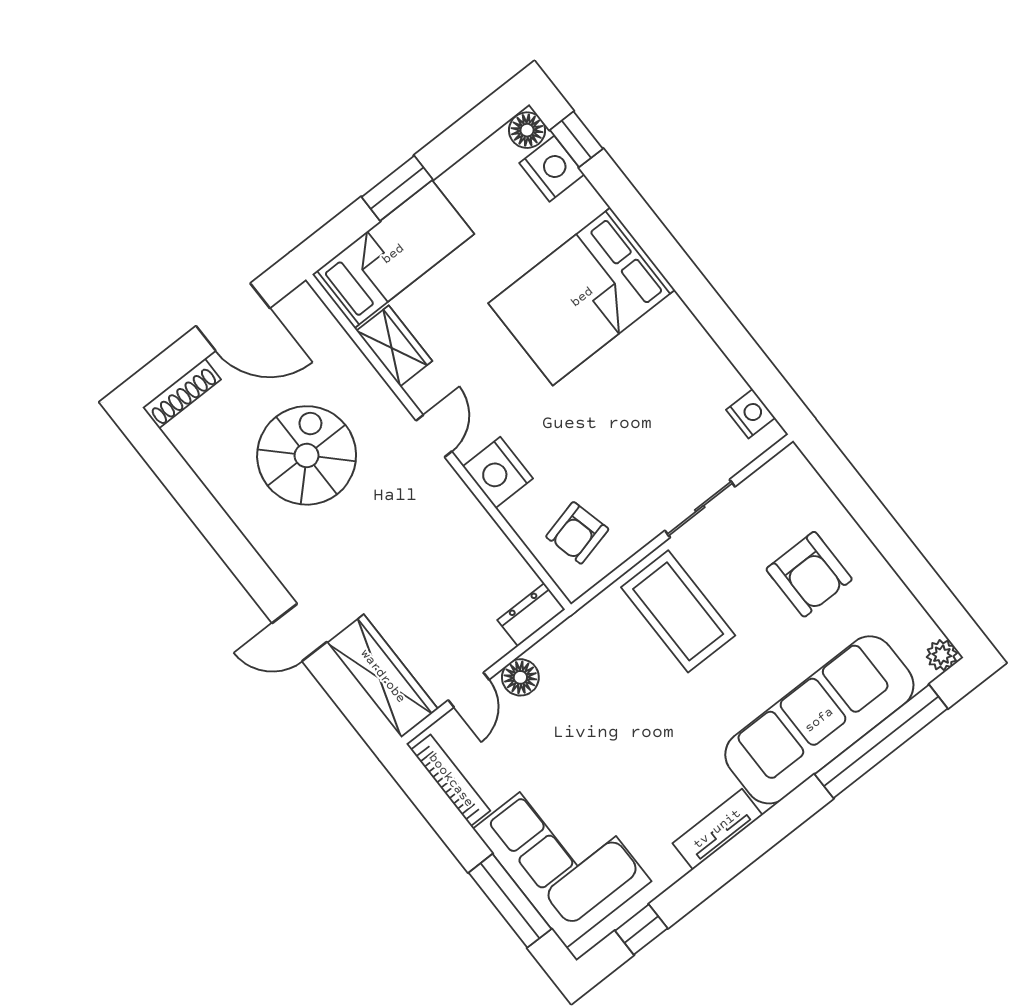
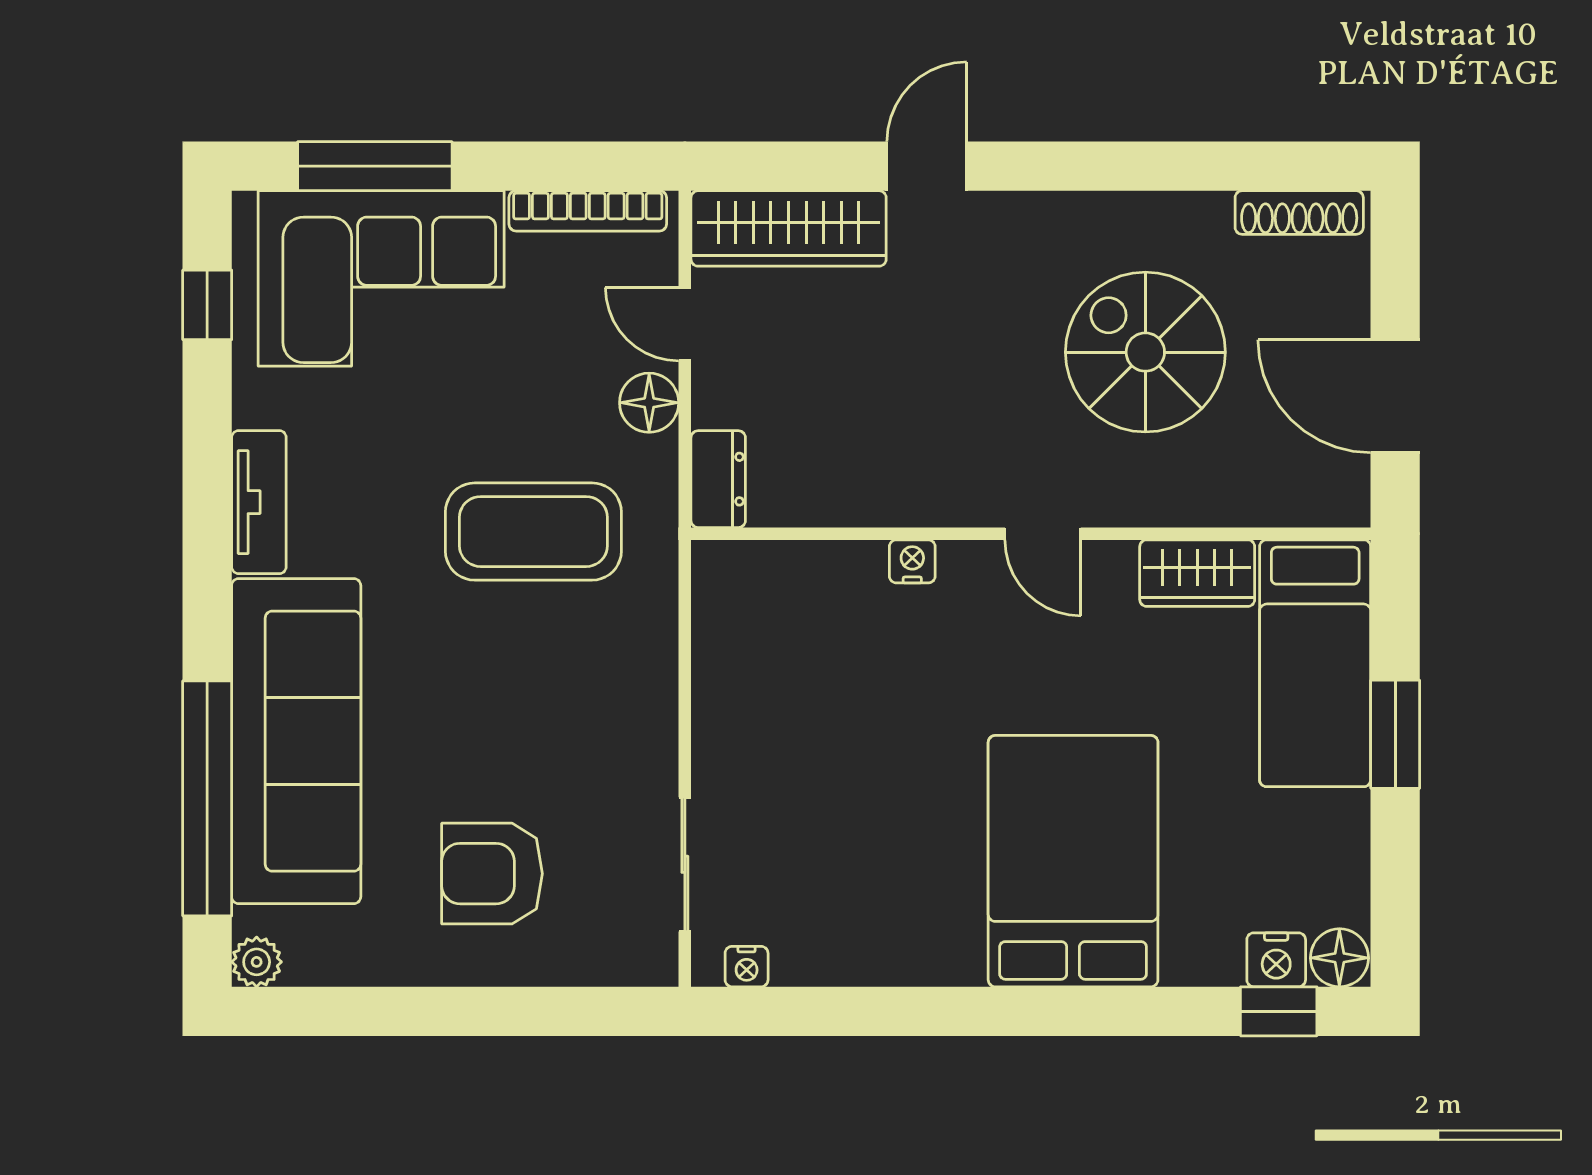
nightstand: (552, 169) -> (1276, 960), width x0.74, depth x0.75
door: (233, 317) -> (1395, 396), hinge flipped
shoe rack: (182, 394) -> (1299, 213), moved, turned -90
nightstand: (751, 414) -> (747, 967), width x0.72, depth x0.74
spiral stairs: (307, 455) -> (1145, 352), turned 180
nightstand: (498, 473) -> (912, 561), width x0.53, depth x0.56
sliding door: (700, 509) -> (685, 864), moved
armchair: (577, 533) -> (776, 620), removed
coffee table: (678, 611) -> (533, 532), moved

